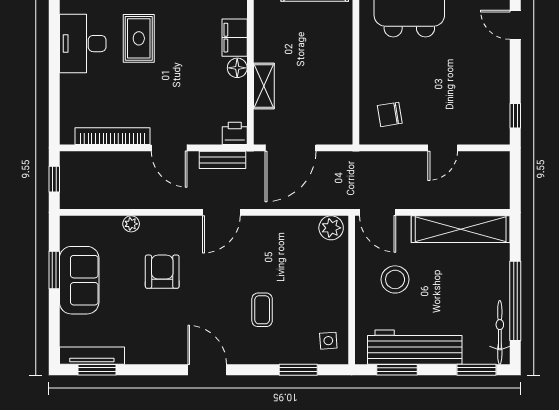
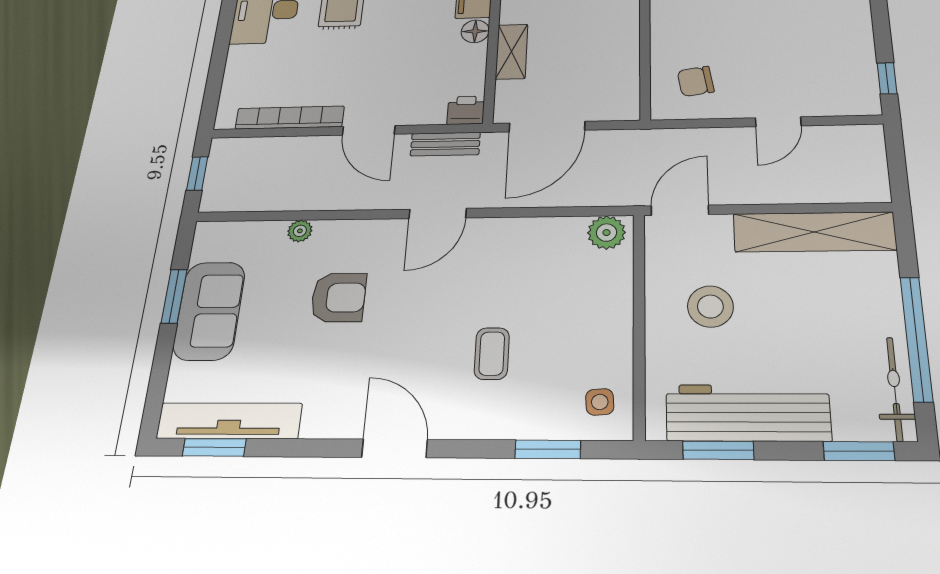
door: (378, 212) -> (680, 210), swing flipped
armchair: (162, 272) -> (338, 298), turned 90
tv unit: (92, 356) -> (229, 421), width x1.36, depth x1.29

